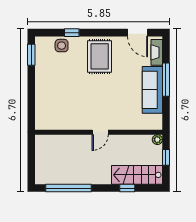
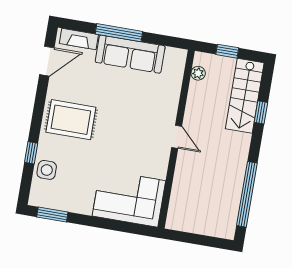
corner sofa: (52, 106) -> (129, 198), added
plant: (157, 140) -> (198, 73), moved

